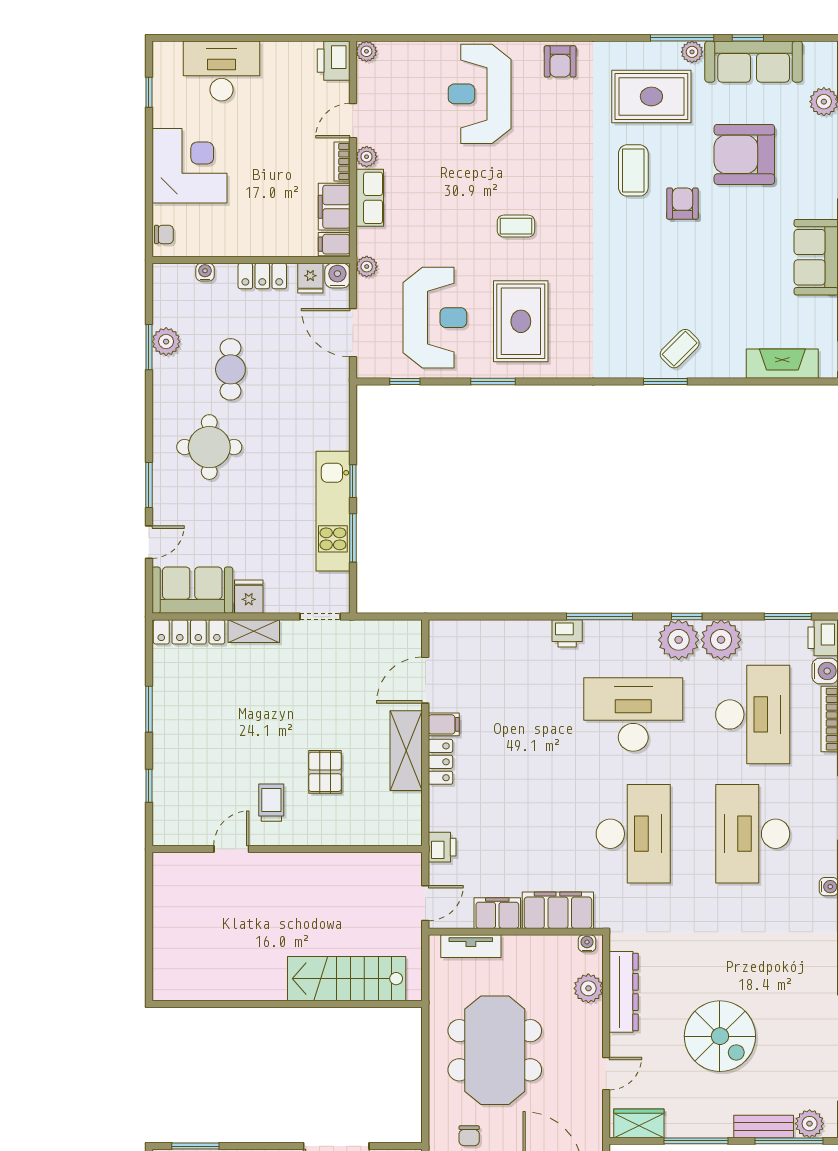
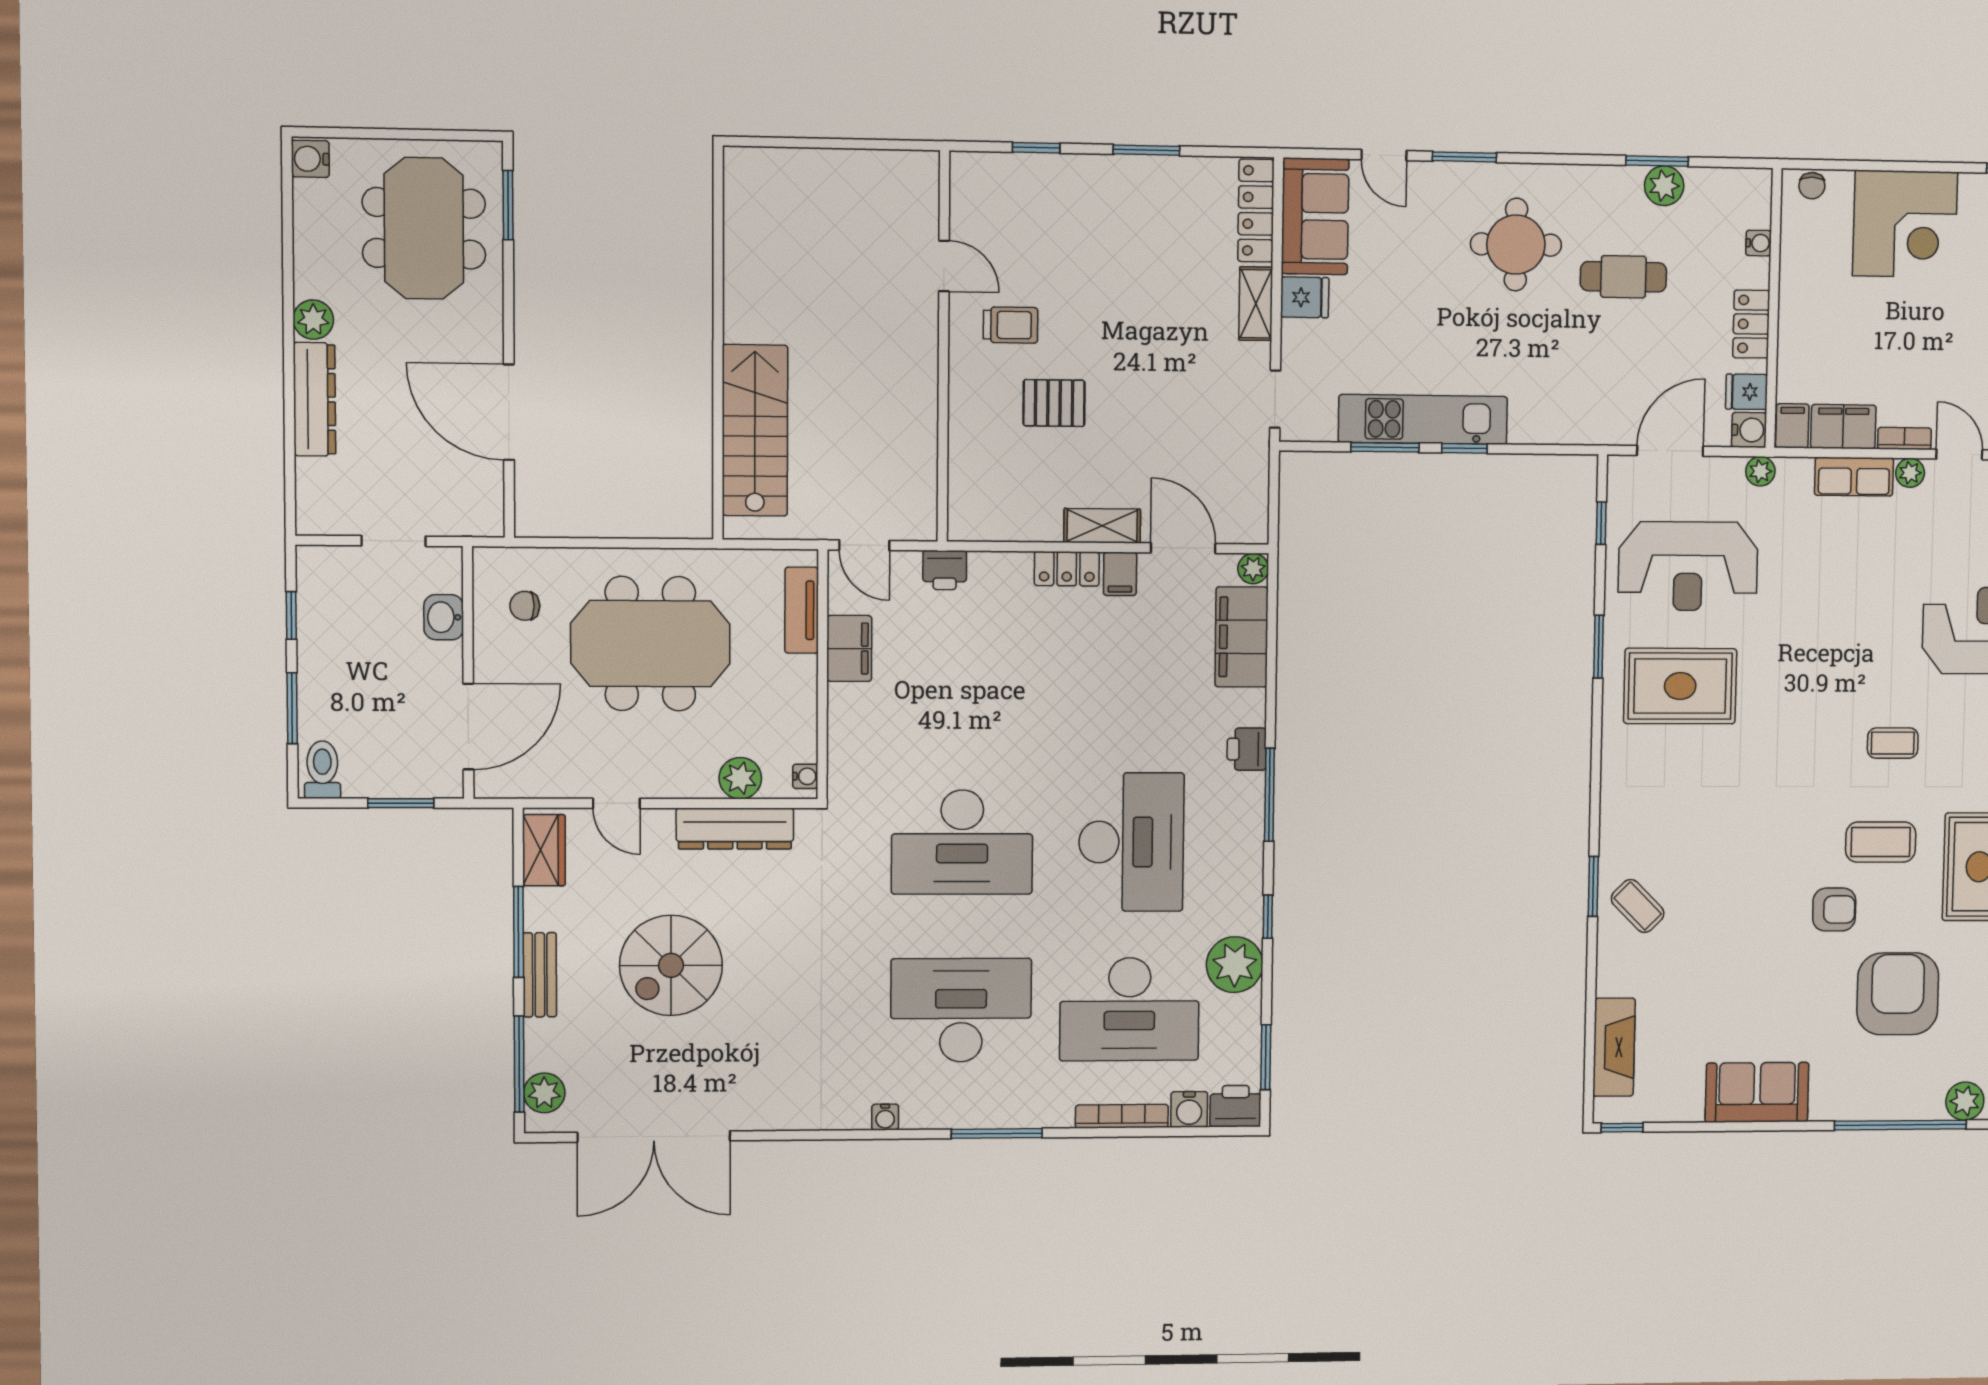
coffee table: (516, 226) -> (1893, 743), moved, turned 90
plant: (679, 640) -> (1253, 569), moved, width x0.53, depth x0.53
shelving: (406, 751) -> (1102, 526), width x0.67, depth x0.75
filing cabinet: (558, 910) -> (1242, 637), moved, turned 180
bench: (764, 1126) -> (540, 975), moved

